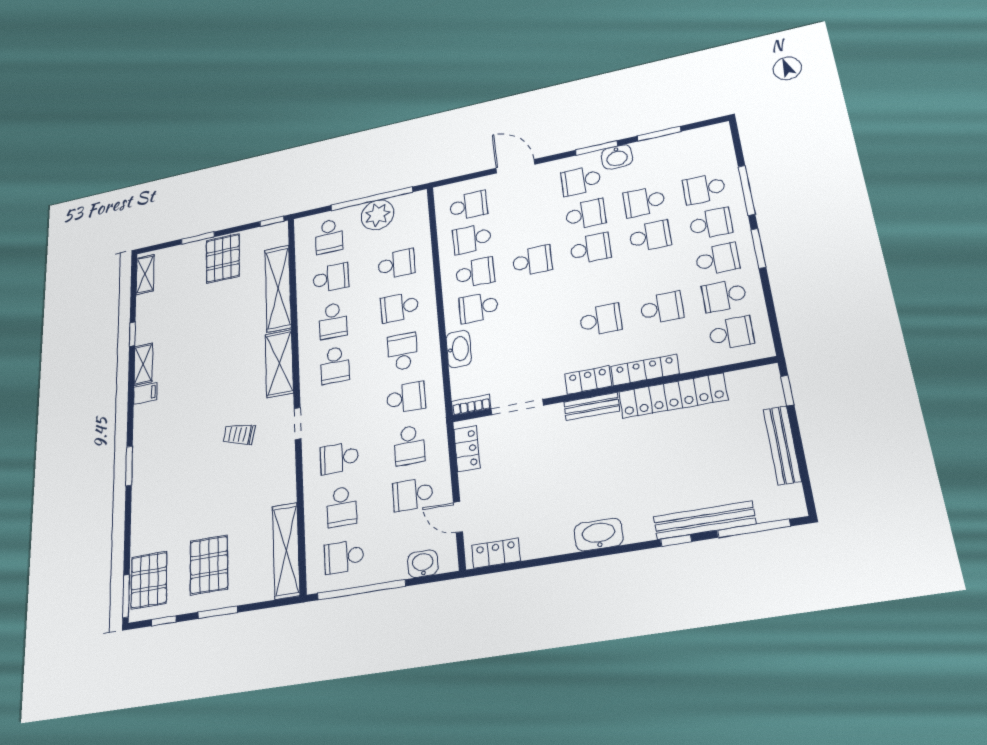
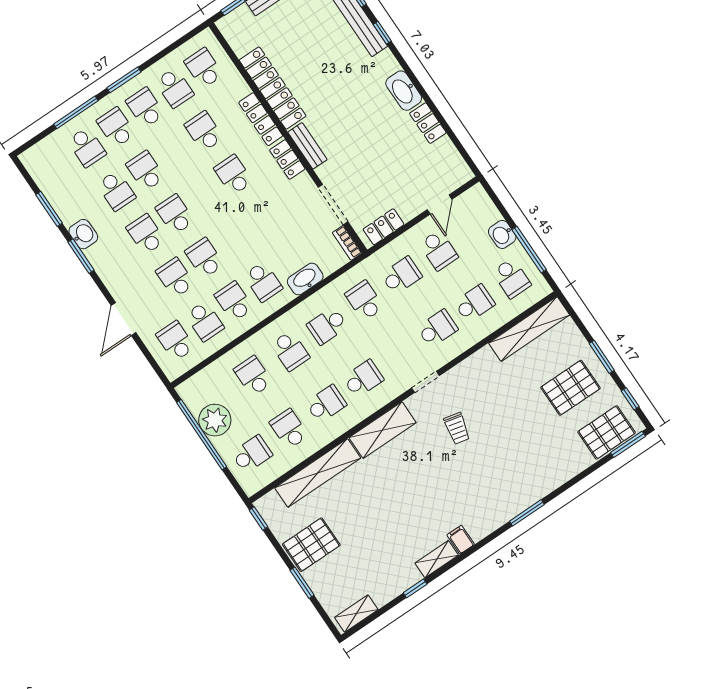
school desk: (581, 181) -> (175, 278), moved, turned 180
school desk: (339, 458) -> (437, 328), turned -90
locker: (496, 553) -> (428, 123), moved
washbasin: (423, 564) -> (502, 234), moved
window: (361, 590) -> (529, 250), width x0.68

